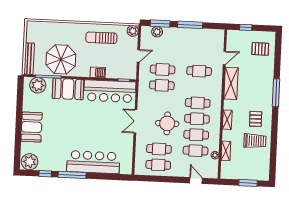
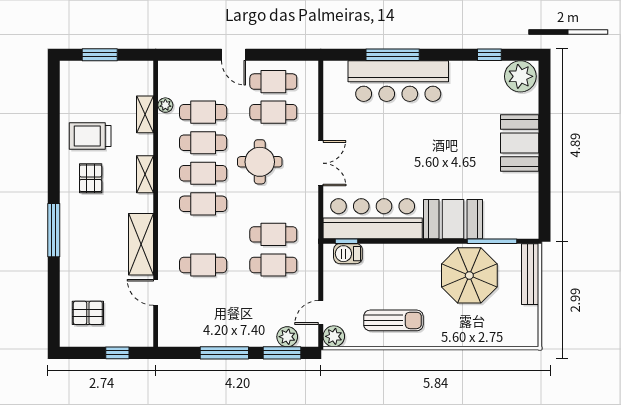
door: (138, 56) -> (321, 313), moved
door: (224, 58) -> (156, 292), hinge flipped
barbecue: (98, 72) -> (348, 254), moved
plant: (38, 85) -> (511, 224), removed
window: (72, 175) -> (393, 55), moved
door: (196, 181) -> (234, 55), moved

